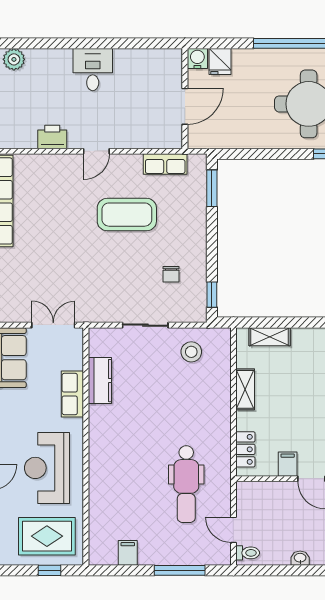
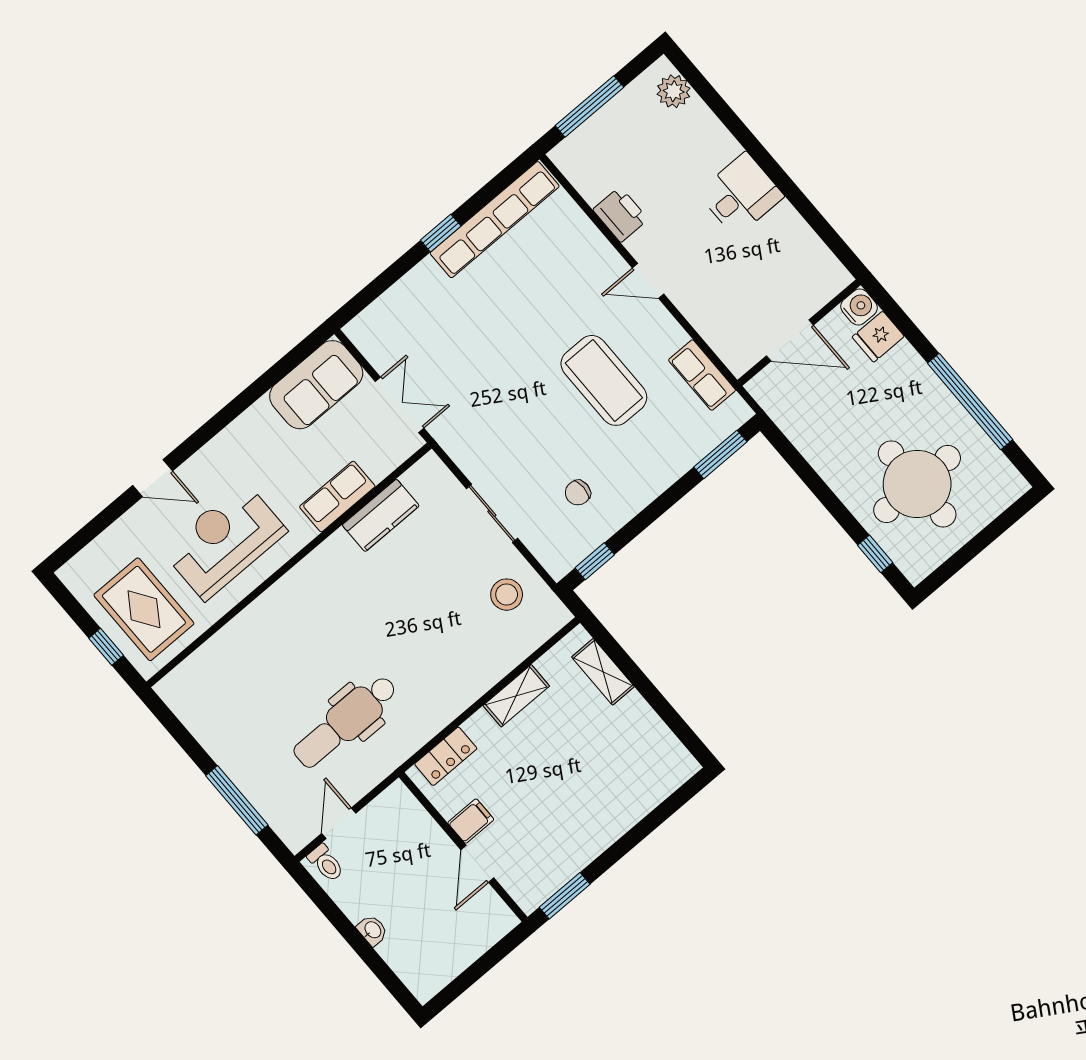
filing cabinet: (128, 553) -> (205, 722), removed

